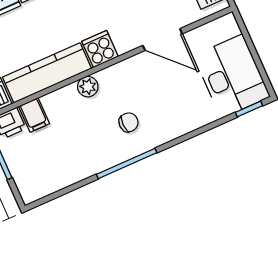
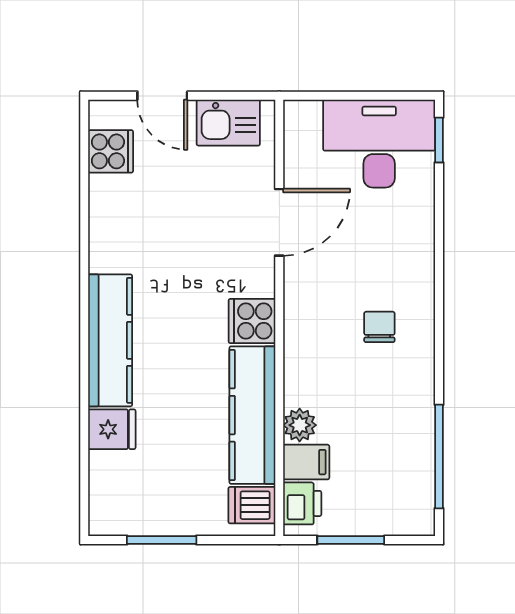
plant: (88, 87) -> (300, 425), moved
window: (127, 164) -> (439, 457), moved

